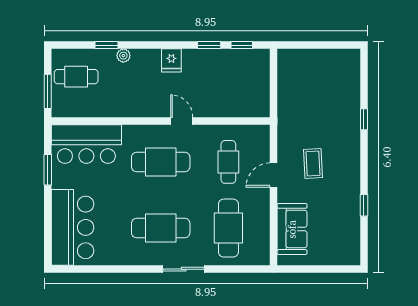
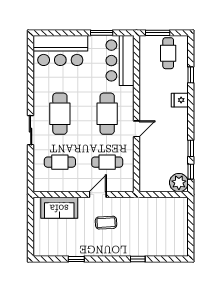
plant: (123, 56) -> (179, 183), moved, width x1.88, depth x1.88
fridge: (171, 60) -> (180, 100), moved
door: (274, 175) -> (98, 194), hinge flipped
cafe table: (228, 228) -> (60, 162), width x0.73, depth x0.74

